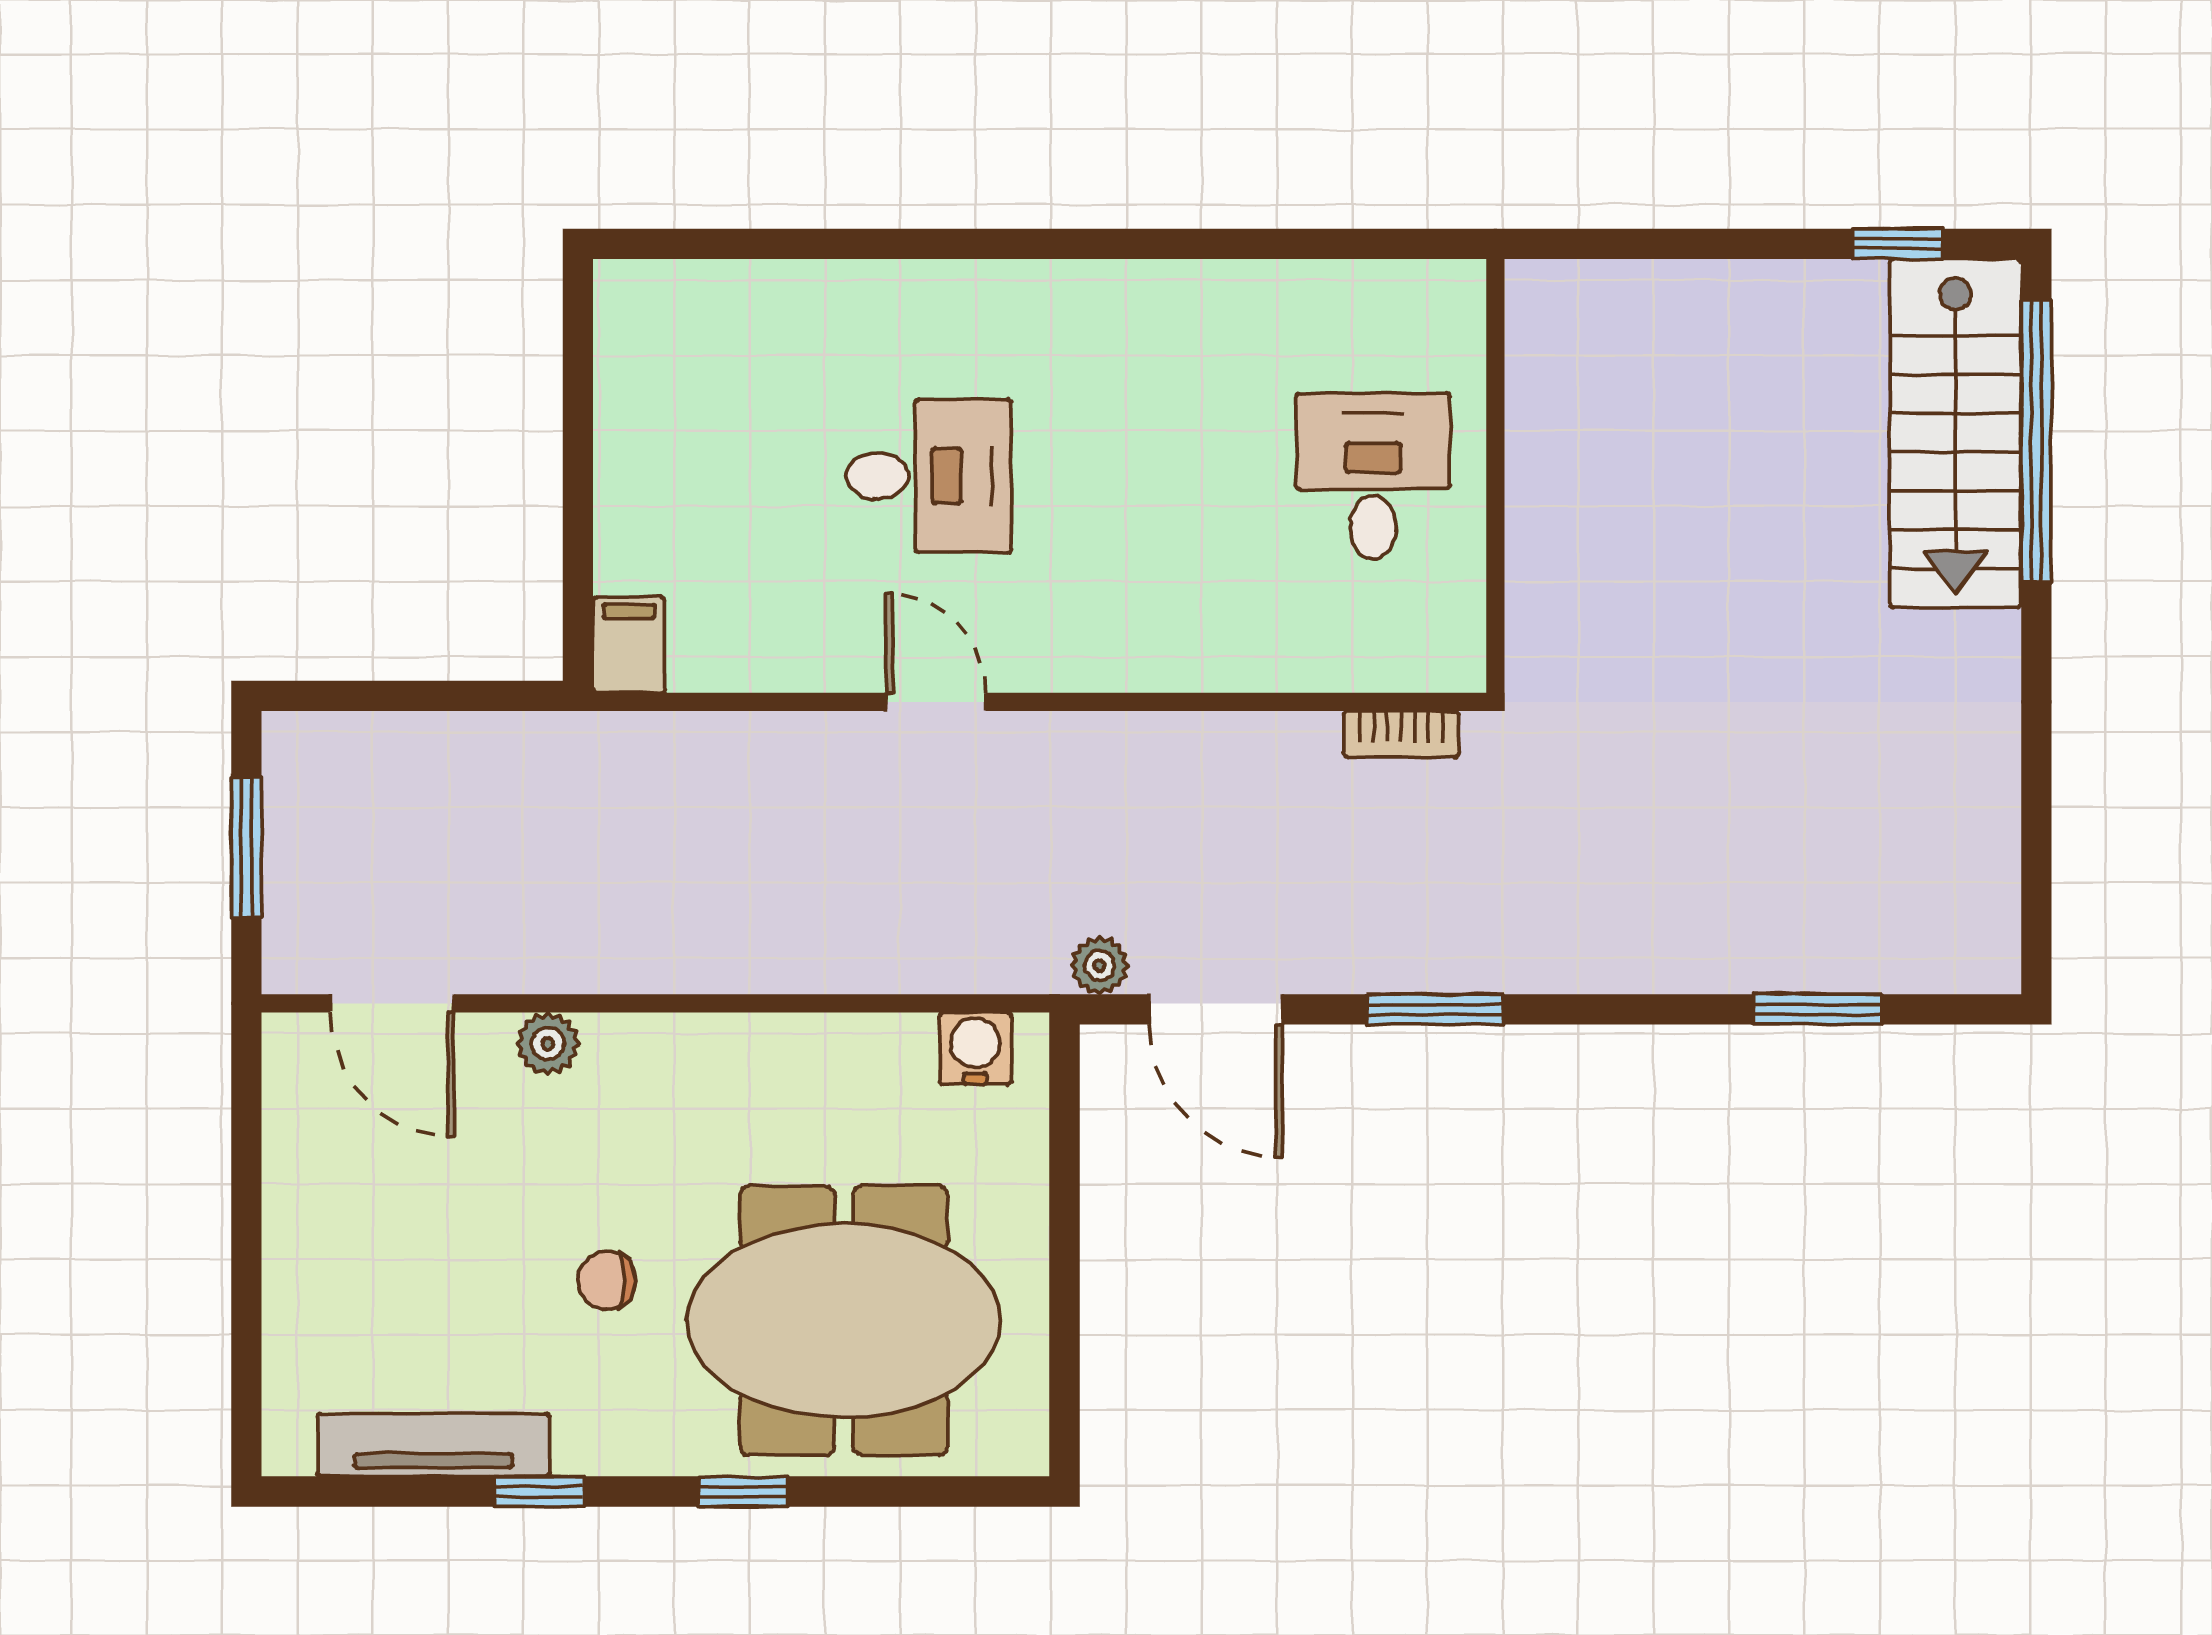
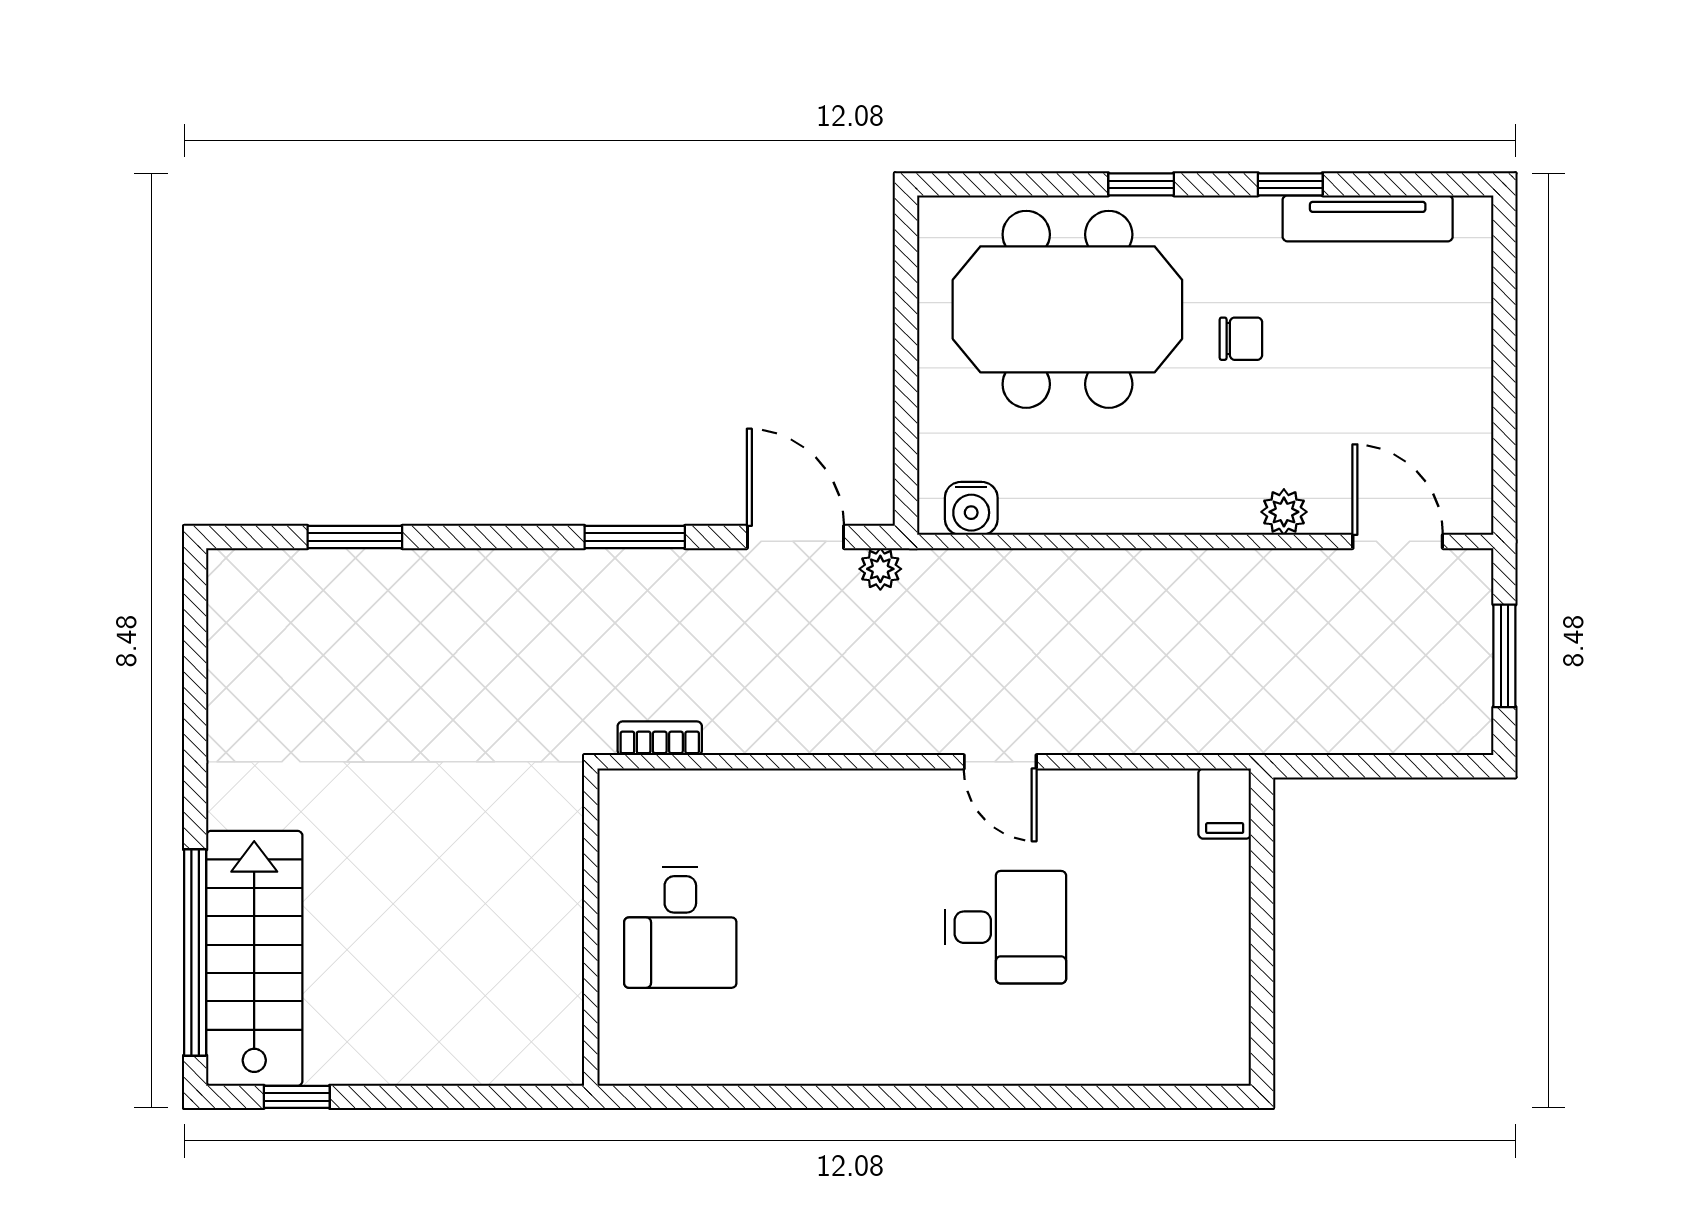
desk: (928, 476) -> (1005, 927), turned 180

